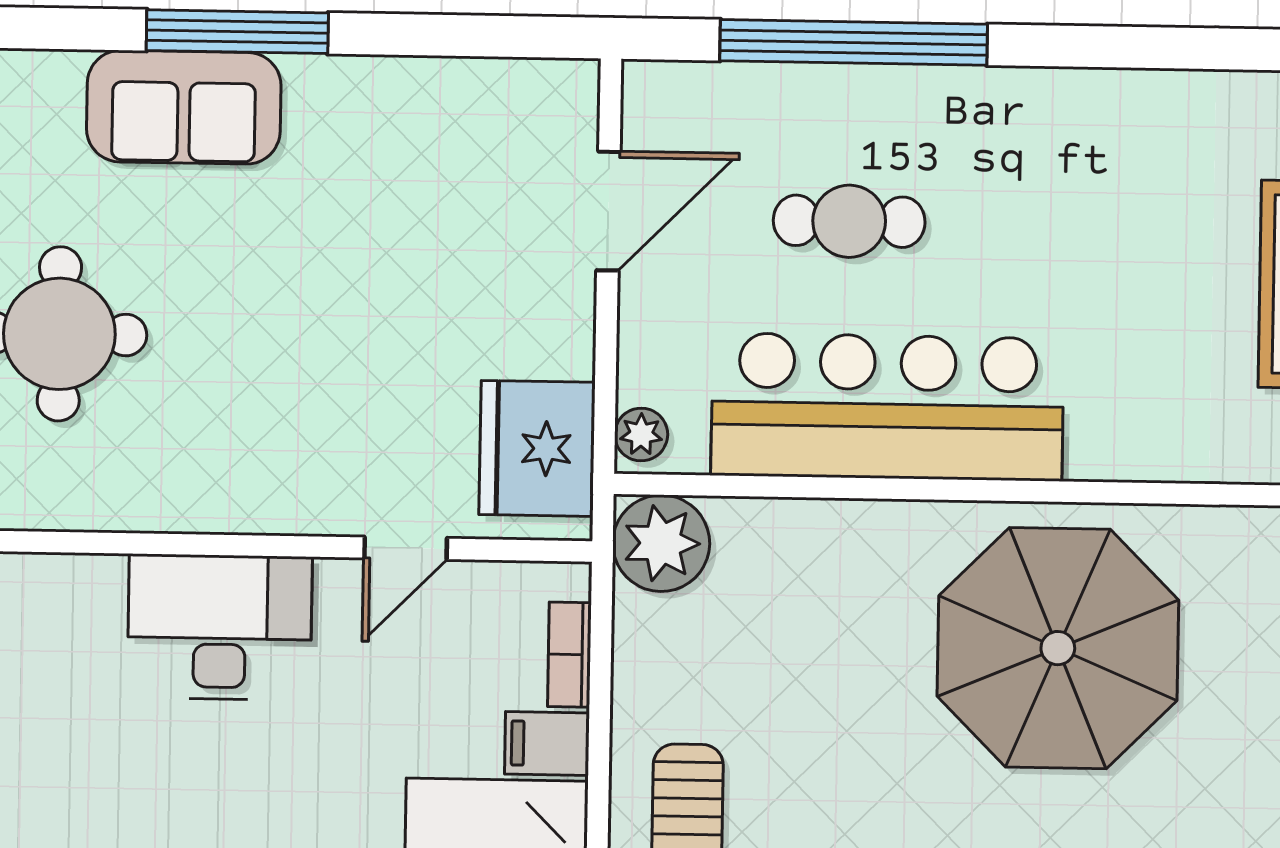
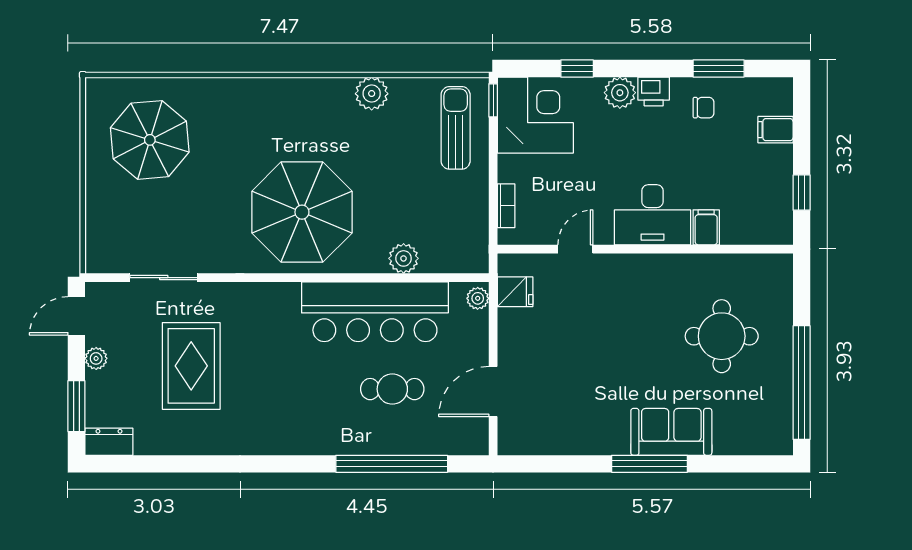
fridge: (537, 448) -> (515, 292), width x0.53, depth x0.75
plant: (661, 543) -> (404, 258), moved, width x0.73, depth x0.73
filing cabinet: (547, 744) -> (706, 227), moved, turned -90

